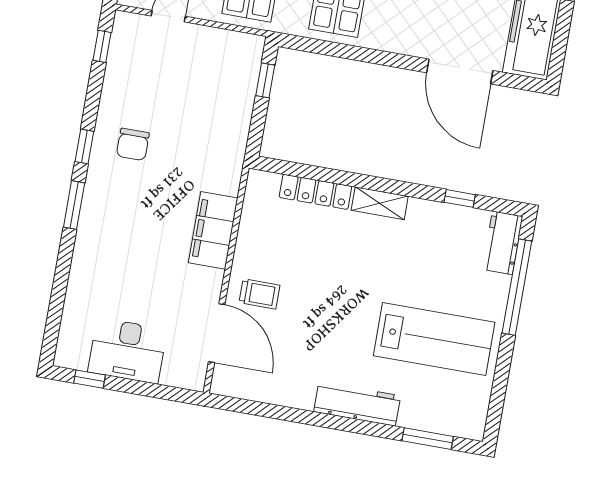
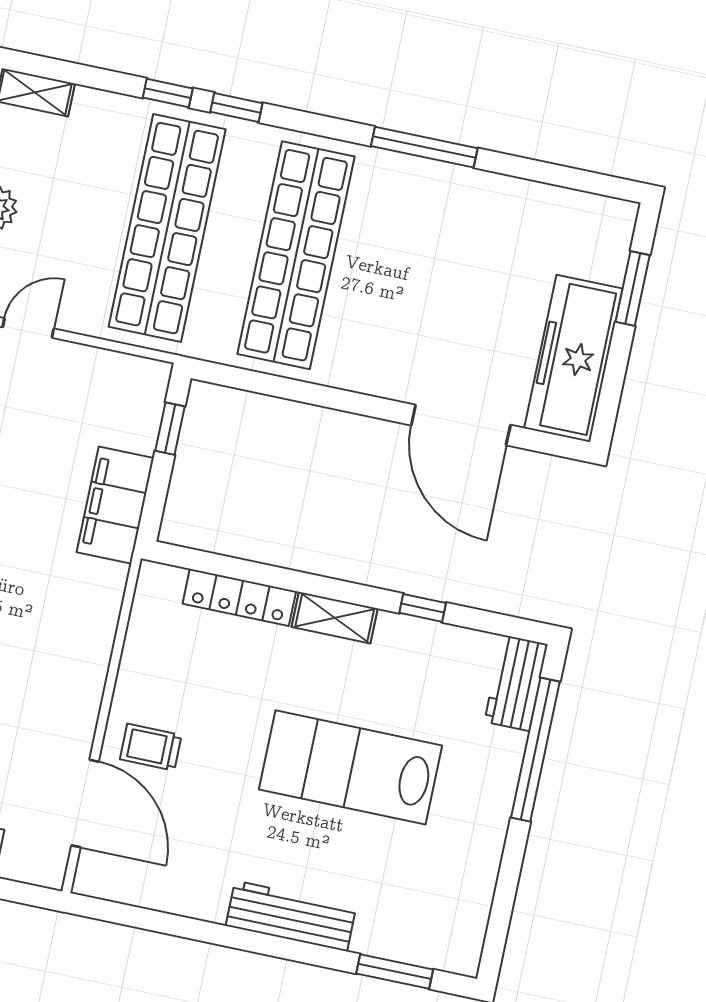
window: (460, 198) -> (423, 608), moved
filing cabinet: (213, 230) -> (115, 505), moved
trolley: (259, 294) -> (151, 747), turned 180
lab bench: (434, 339) -> (351, 767), moved, turned 180

